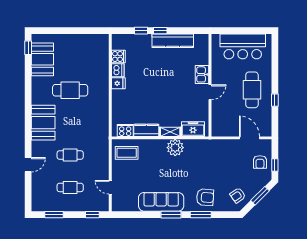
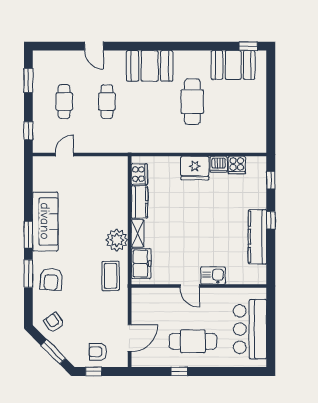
window: (141, 31) -> (271, 180), moved
fridge: (118, 83) -> (195, 168), width x1.88, depth x1.34
coffee table: (127, 153) -> (111, 276), moved

